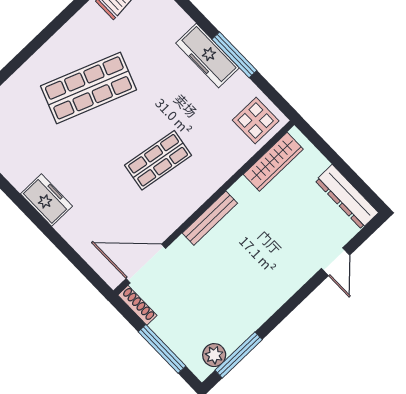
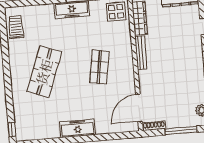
freezer: (46, 200) -> (78, 128), width x1.40
bench: (210, 218) -> (141, 53), moved

